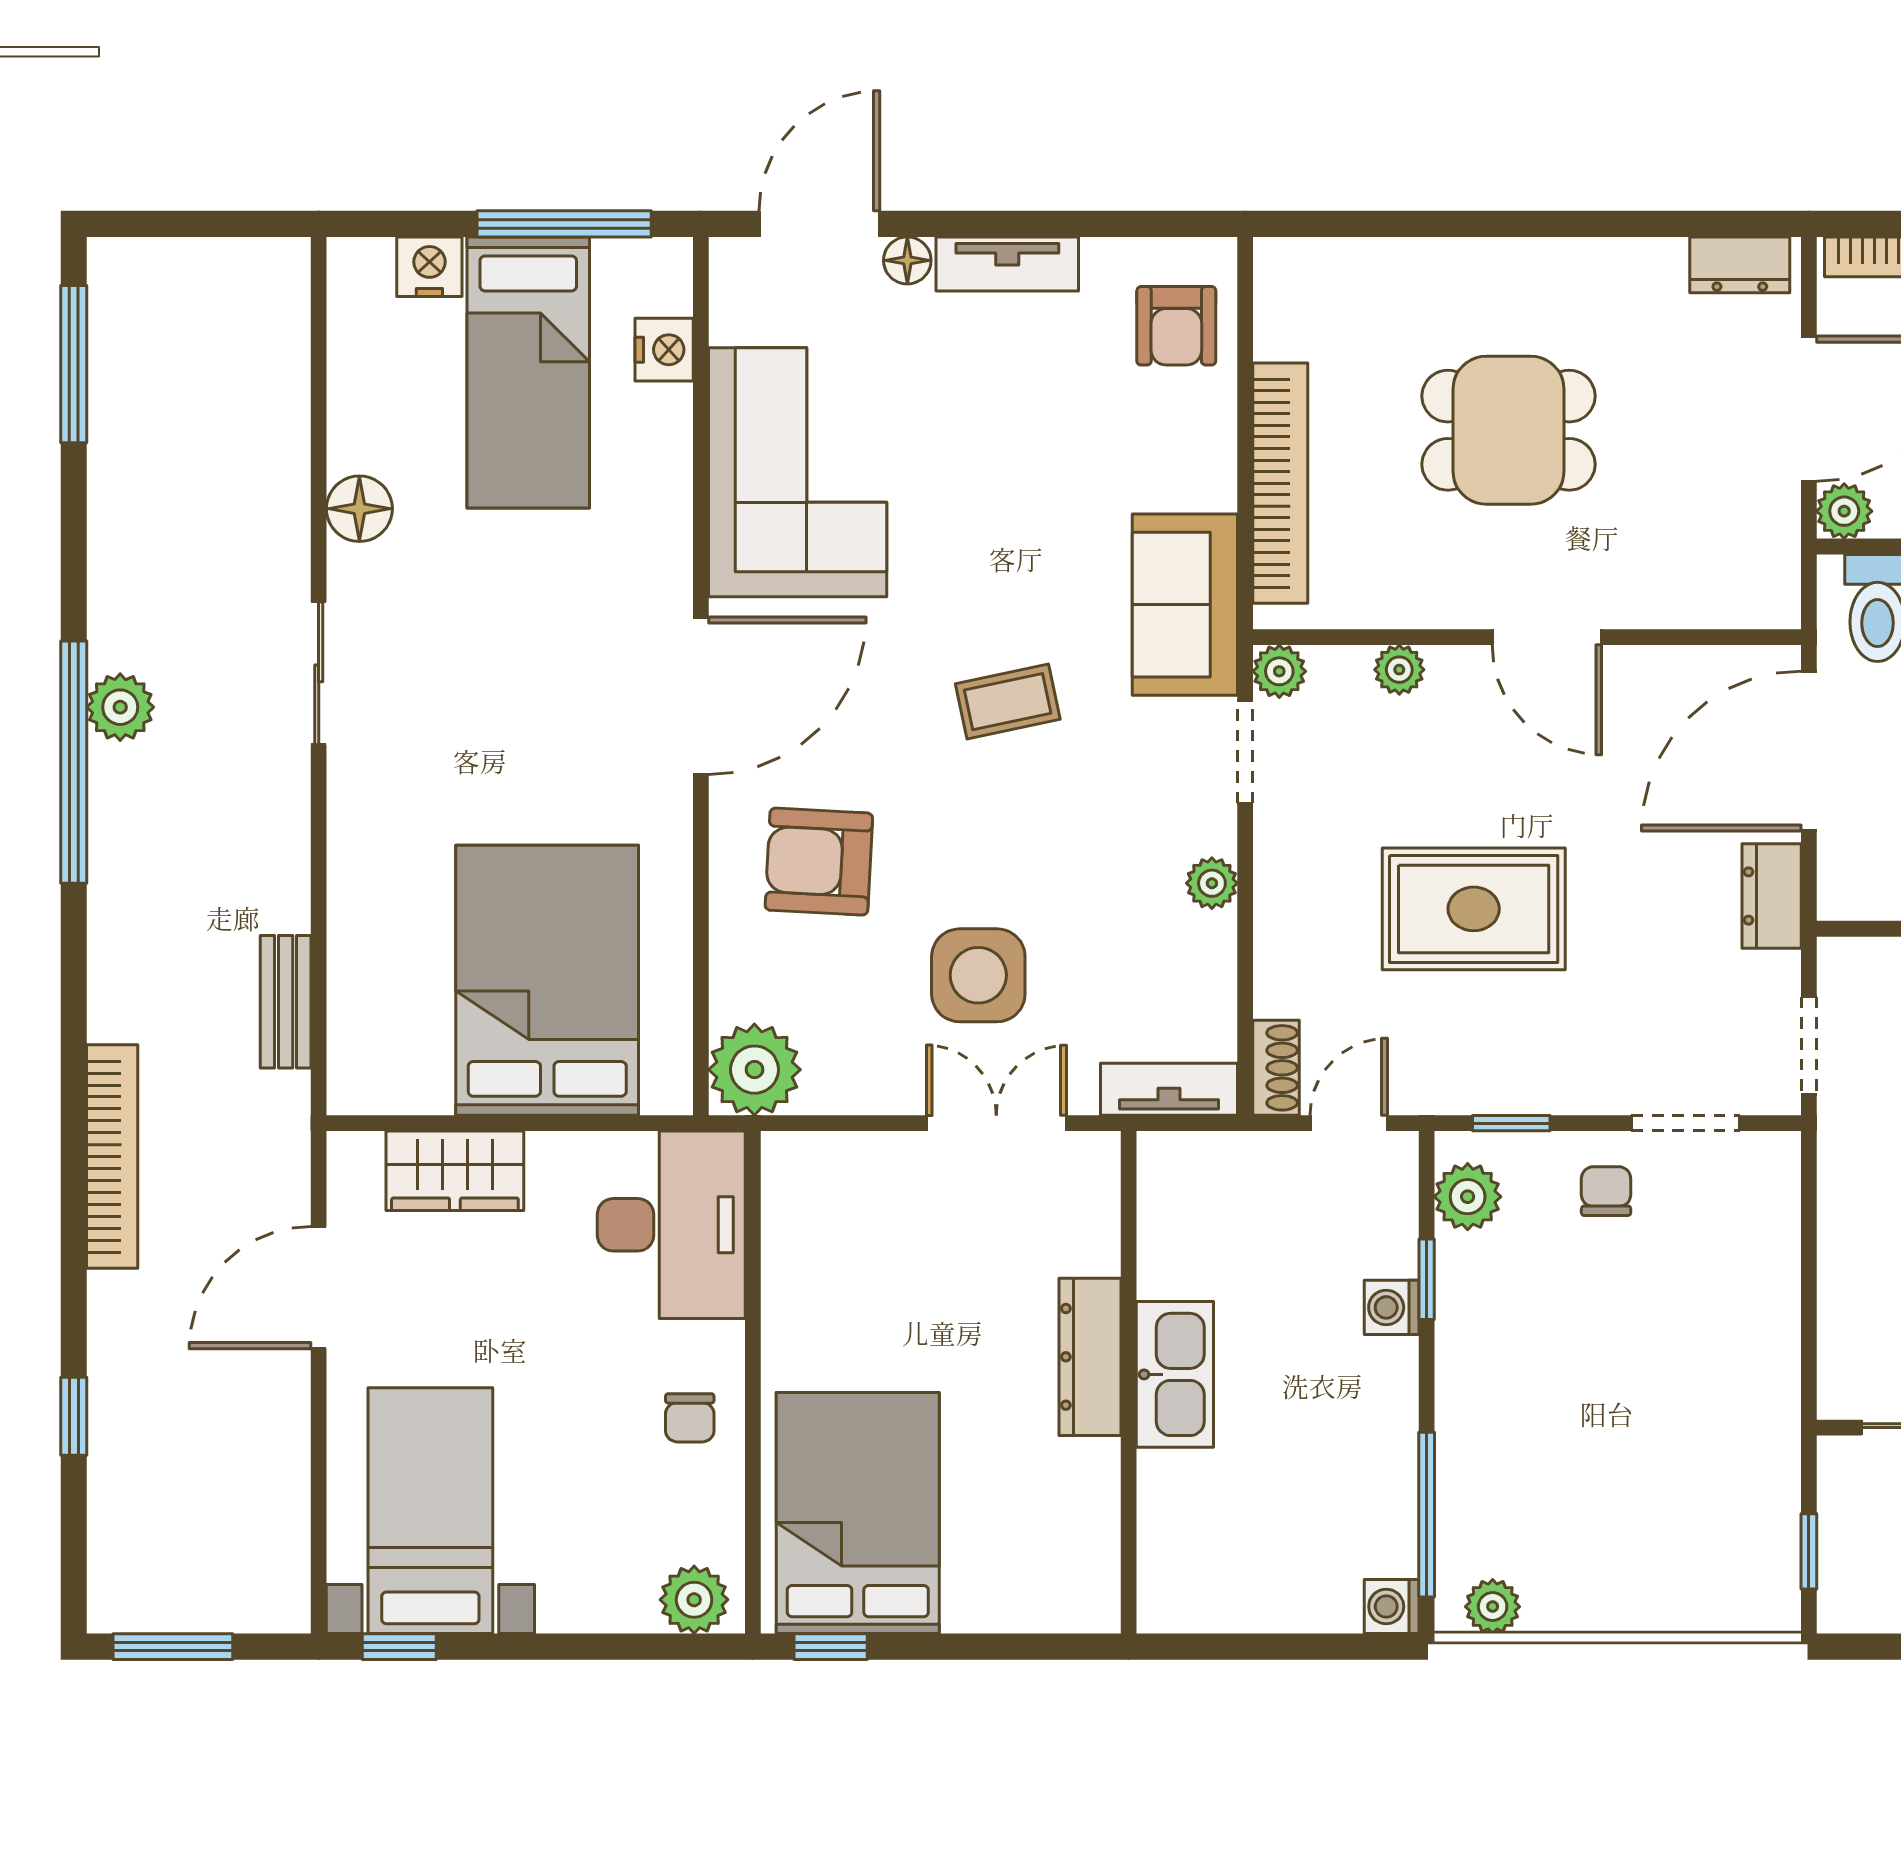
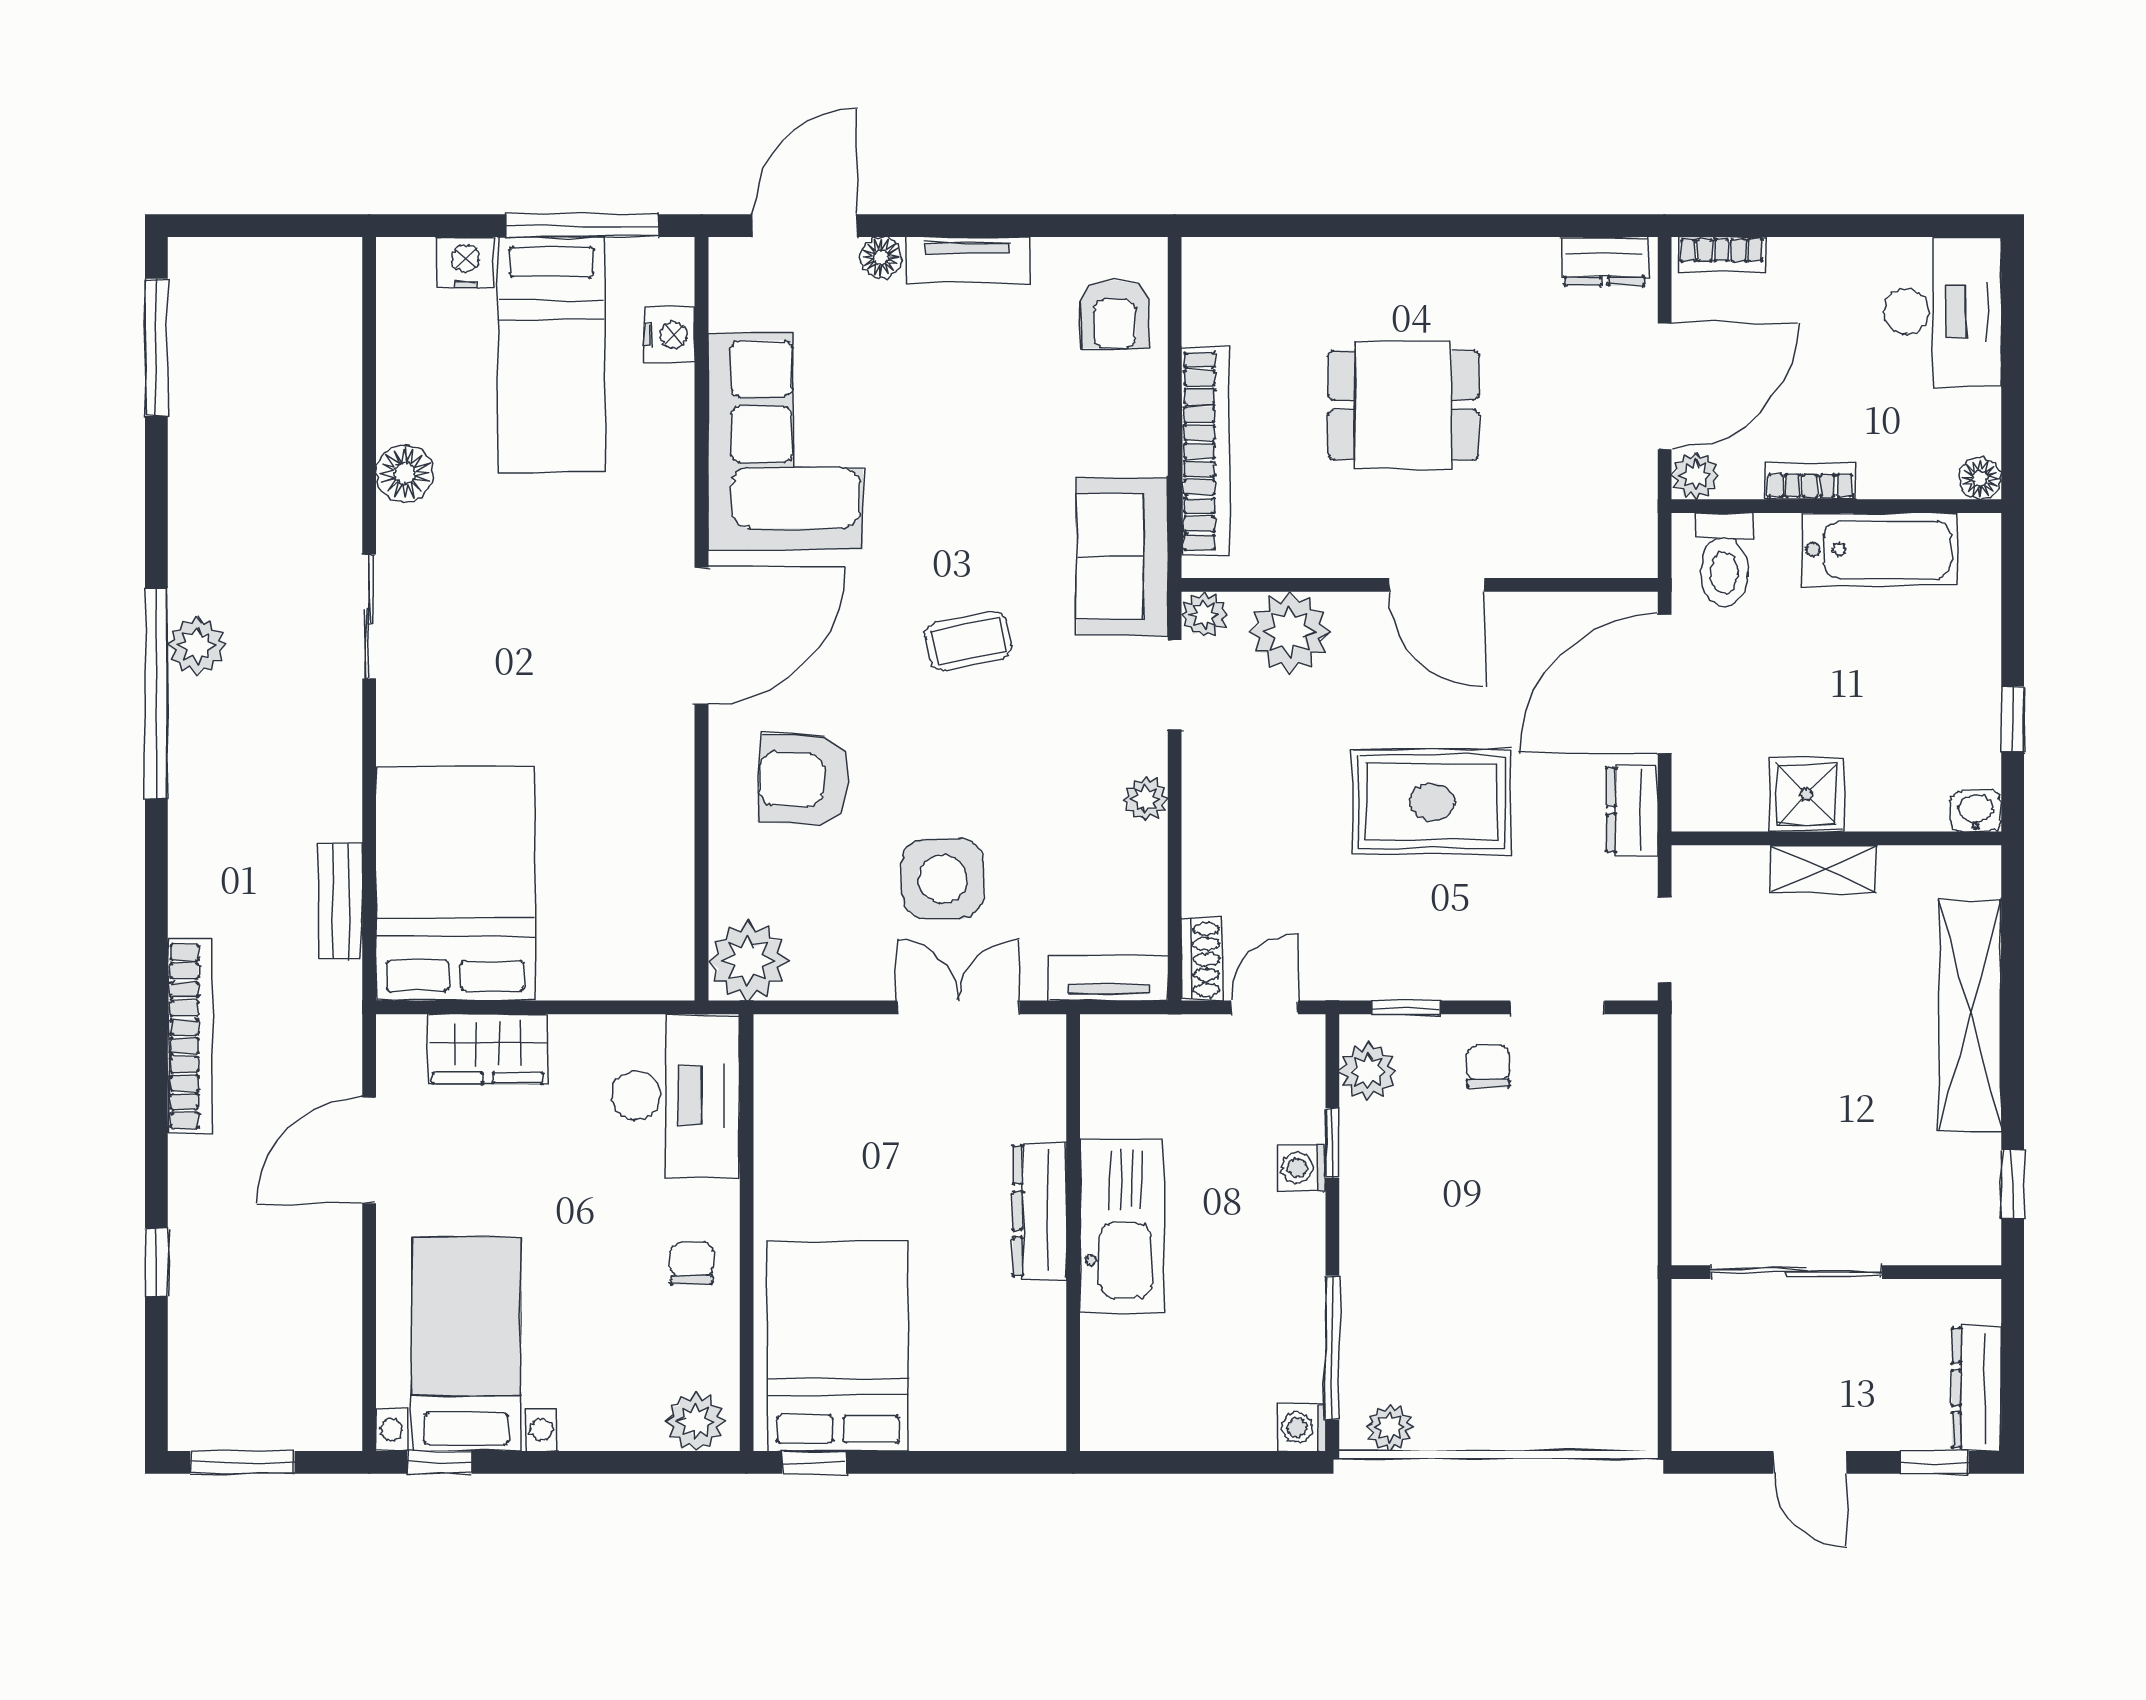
plant: (1399, 670) -> (1290, 632), width x1.88, depth x1.88
rug: (1474, 909) -> (1432, 802), moved
bed: (547, 980) -> (455, 883), moved
kitchen sink: (1175, 1374) -> (1121, 1226), width x1.36, depth x1.24
chair: (690, 1418) -> (692, 1263), turned 180
window: (1809, 1551) -> (1665, 1380), removed

